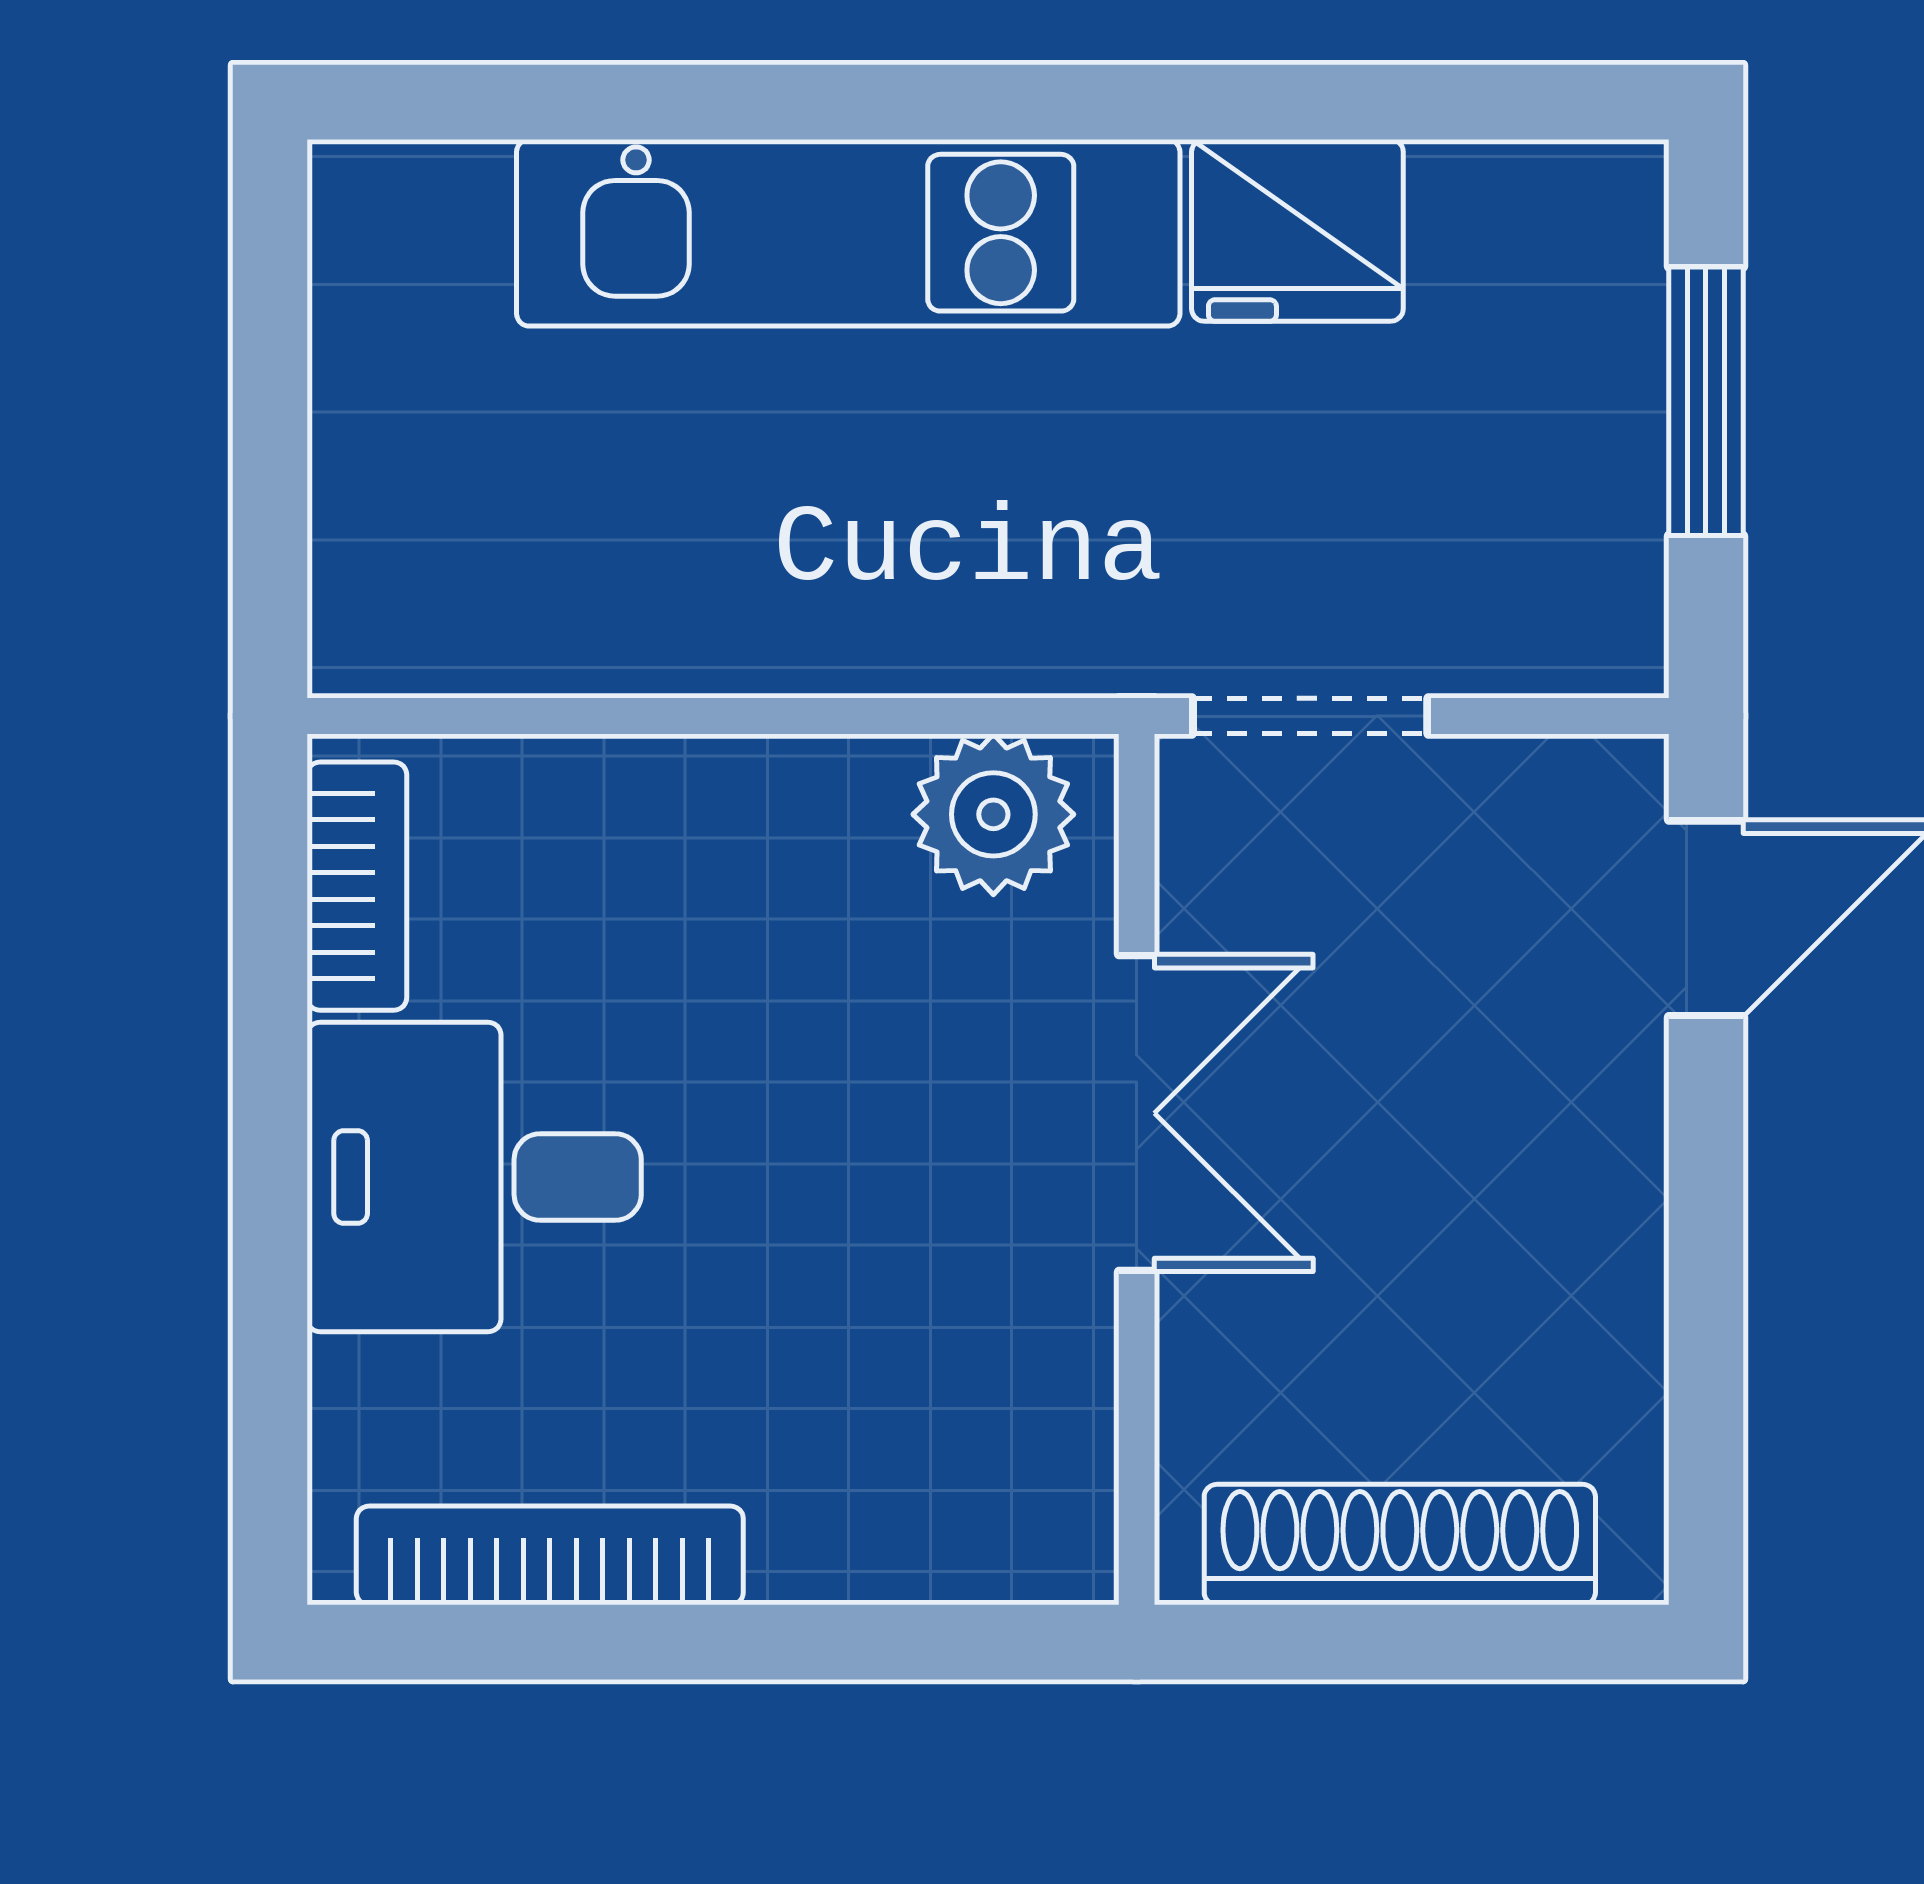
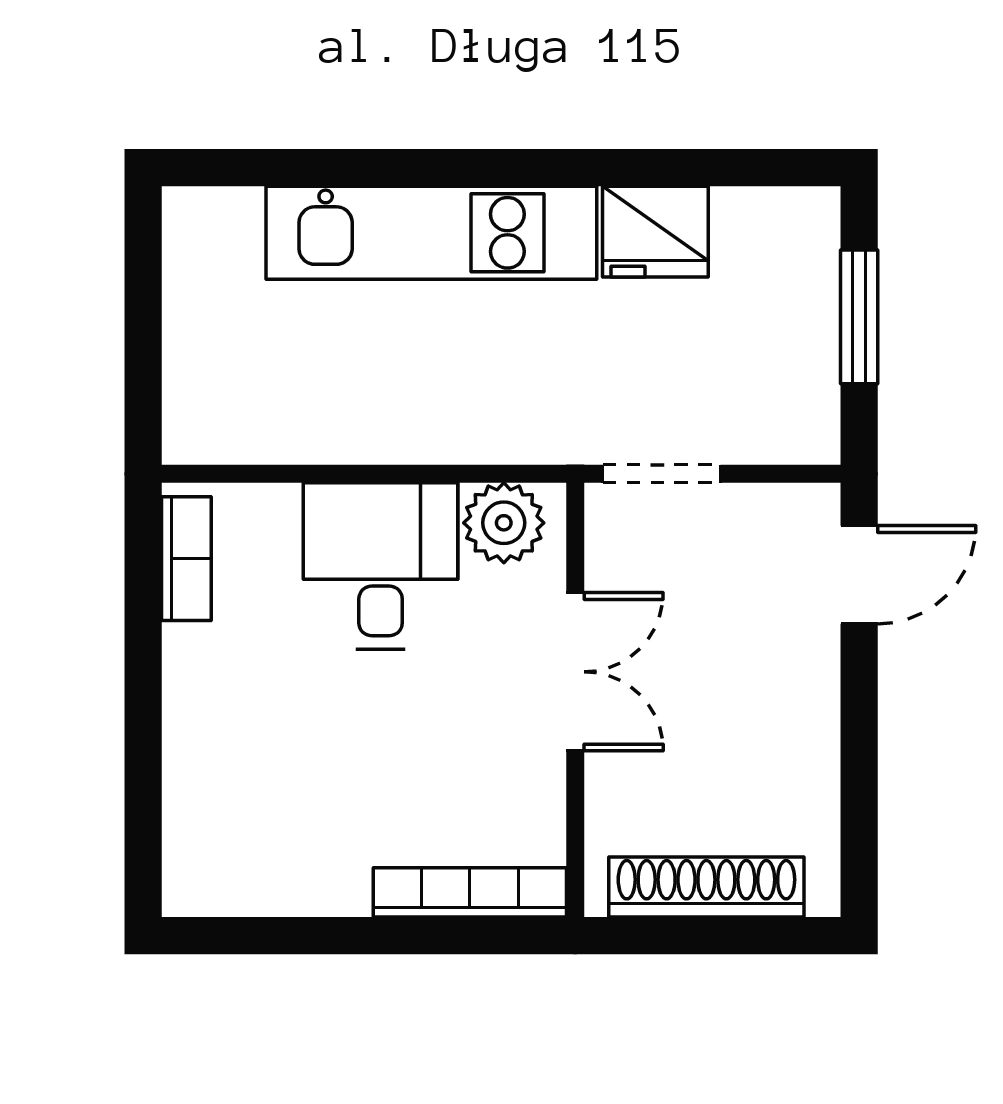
desk: (474, 1177) -> (381, 566), moved, turned 90
bookcase: (550, 1555) -> (470, 892), moved

